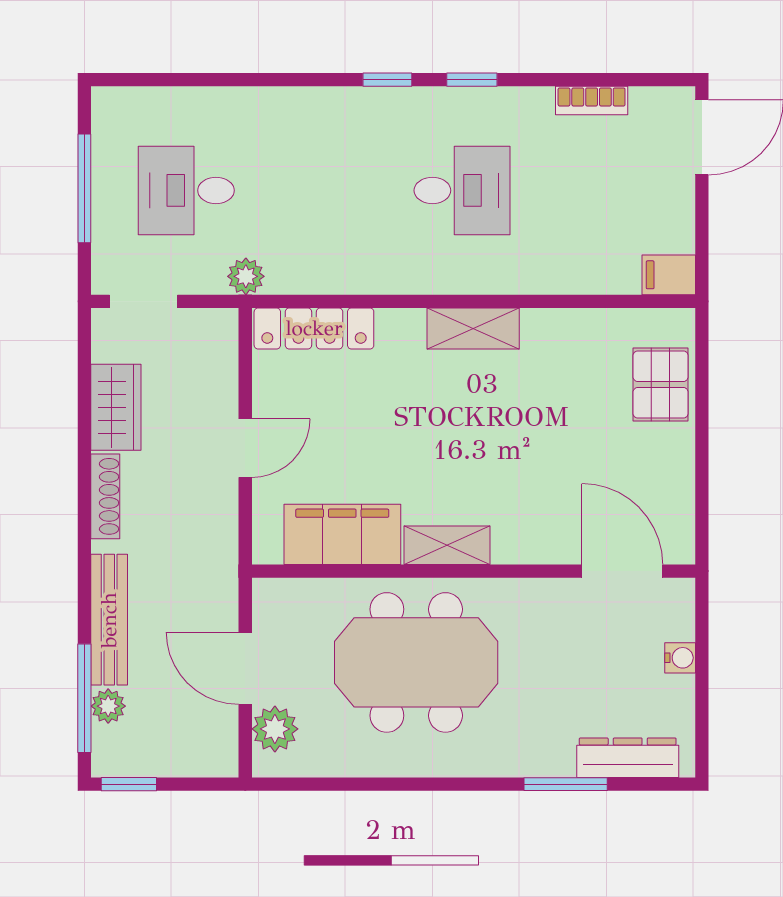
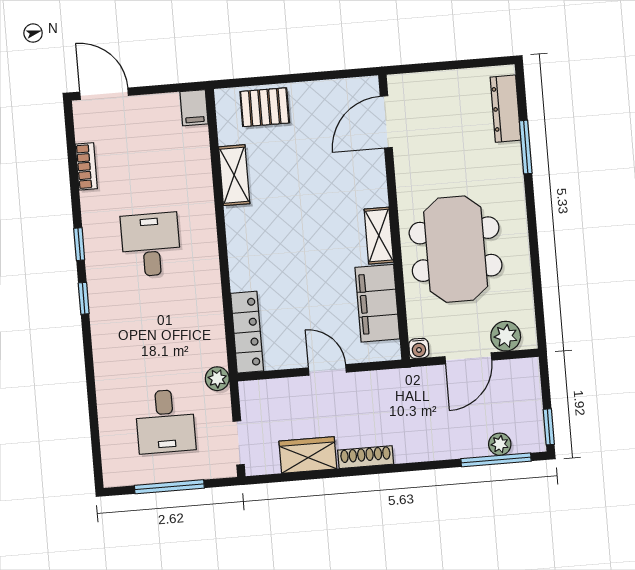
shelving: (473, 329) -> (234, 175), moved
bench: (109, 620) -> (444, 448), removed
water cooler: (680, 658) -> (419, 348), moved, turned 180

